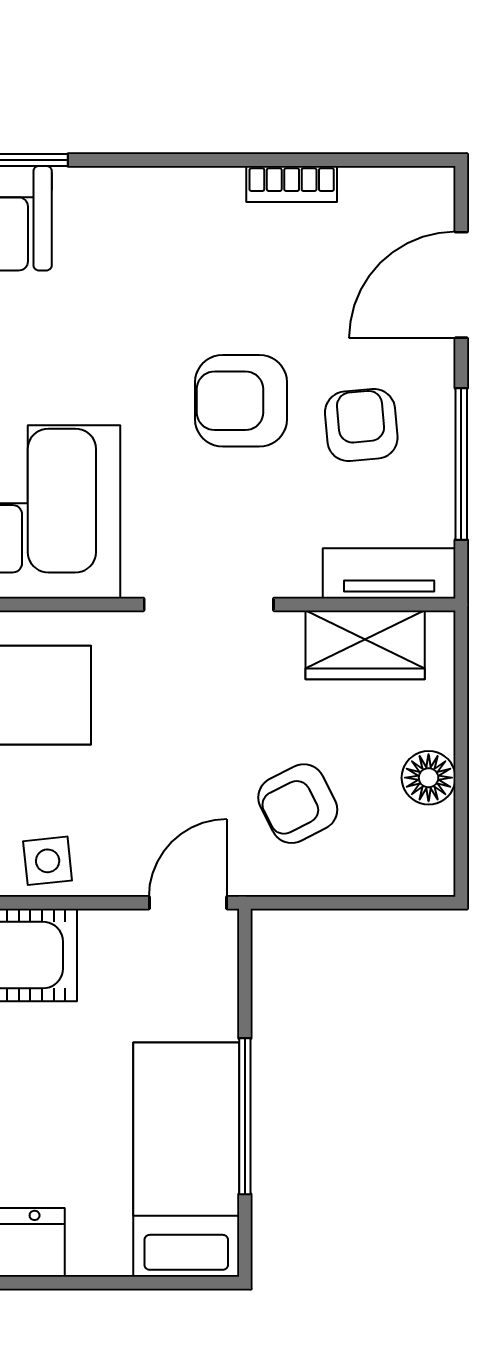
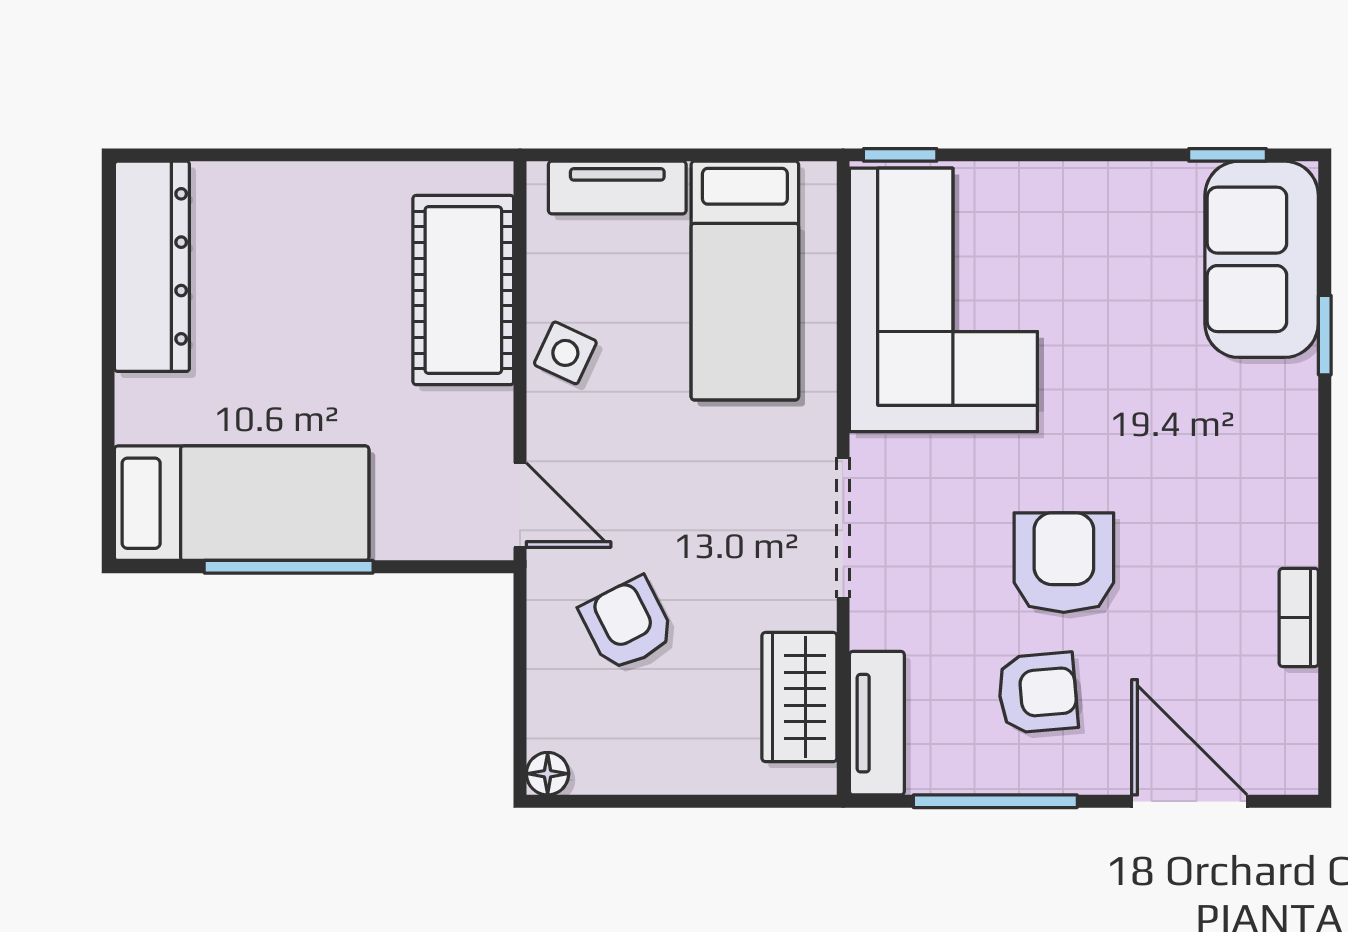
floor lamp: (429, 778) -> (548, 774), moved, width x0.73, depth x0.73
side table: (48, 861) -> (565, 353), turned 31

